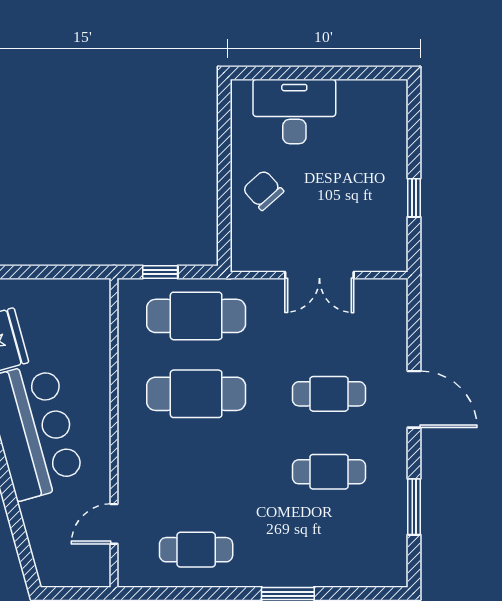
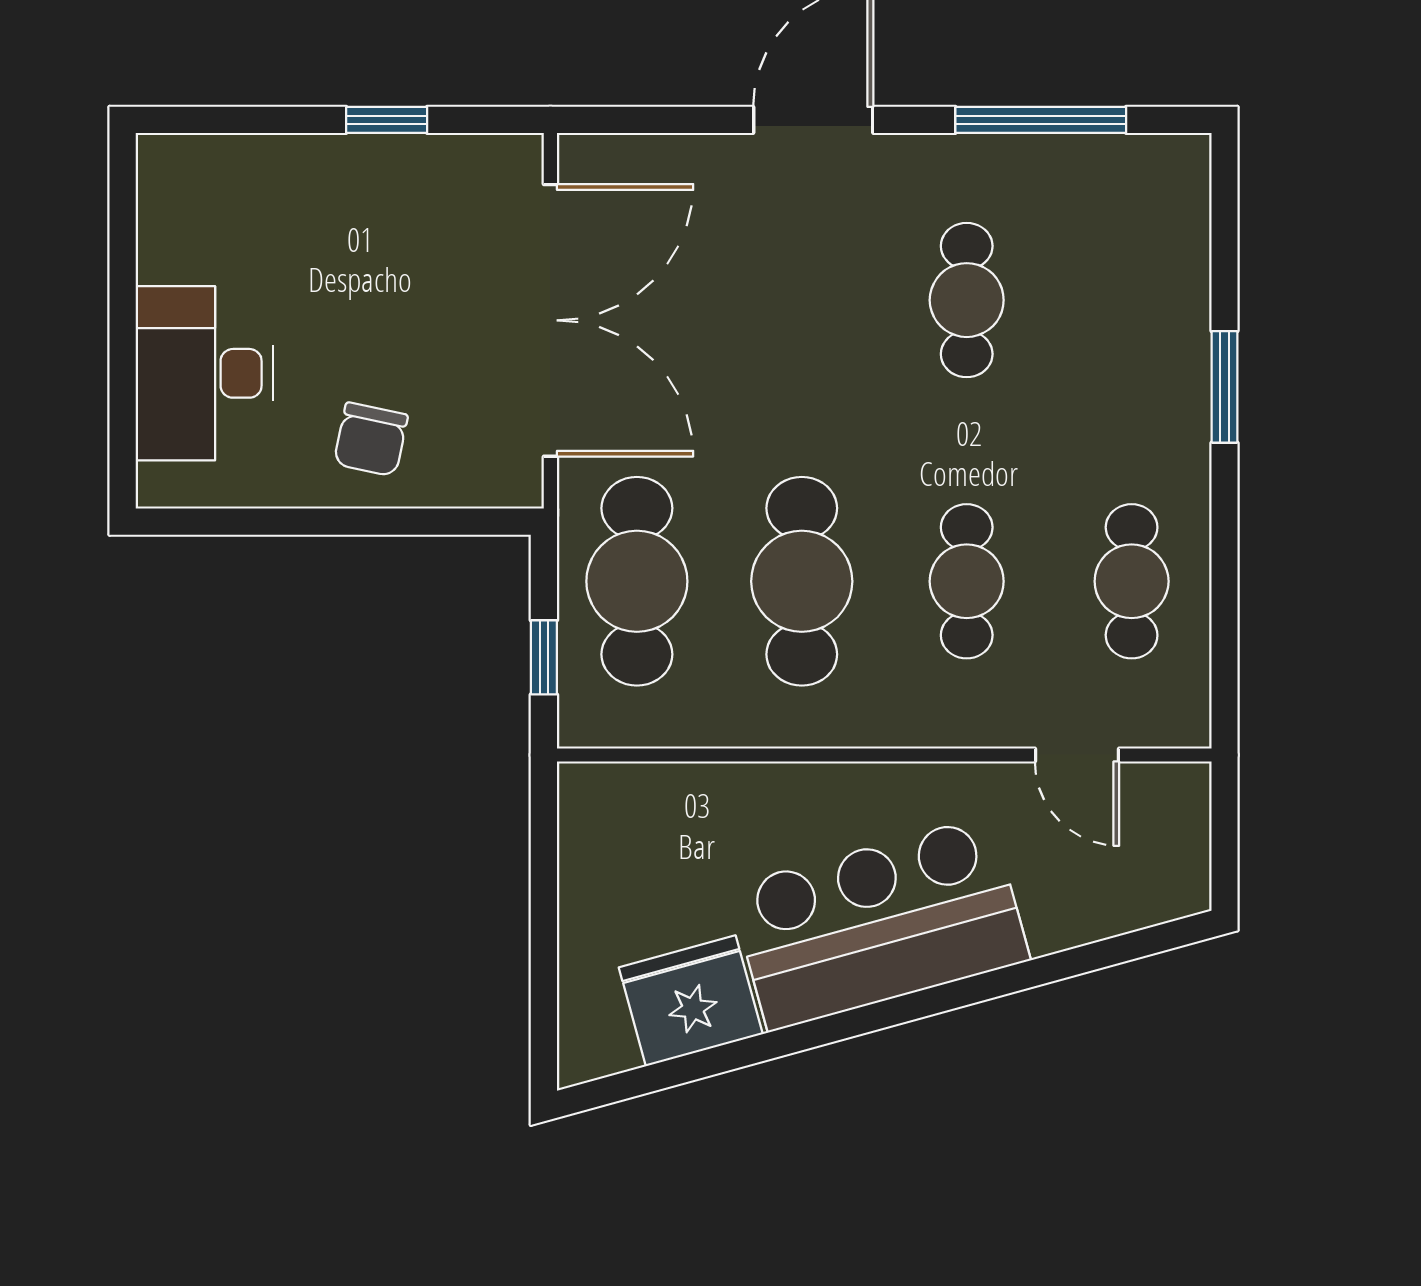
chair: (263, 190) -> (371, 439), turned -36
double door: (319, 275) -> (550, 320), width x1.87
cafe table: (329, 394) -> (967, 581), moved
window: (414, 507) -> (1041, 120), width x1.44

